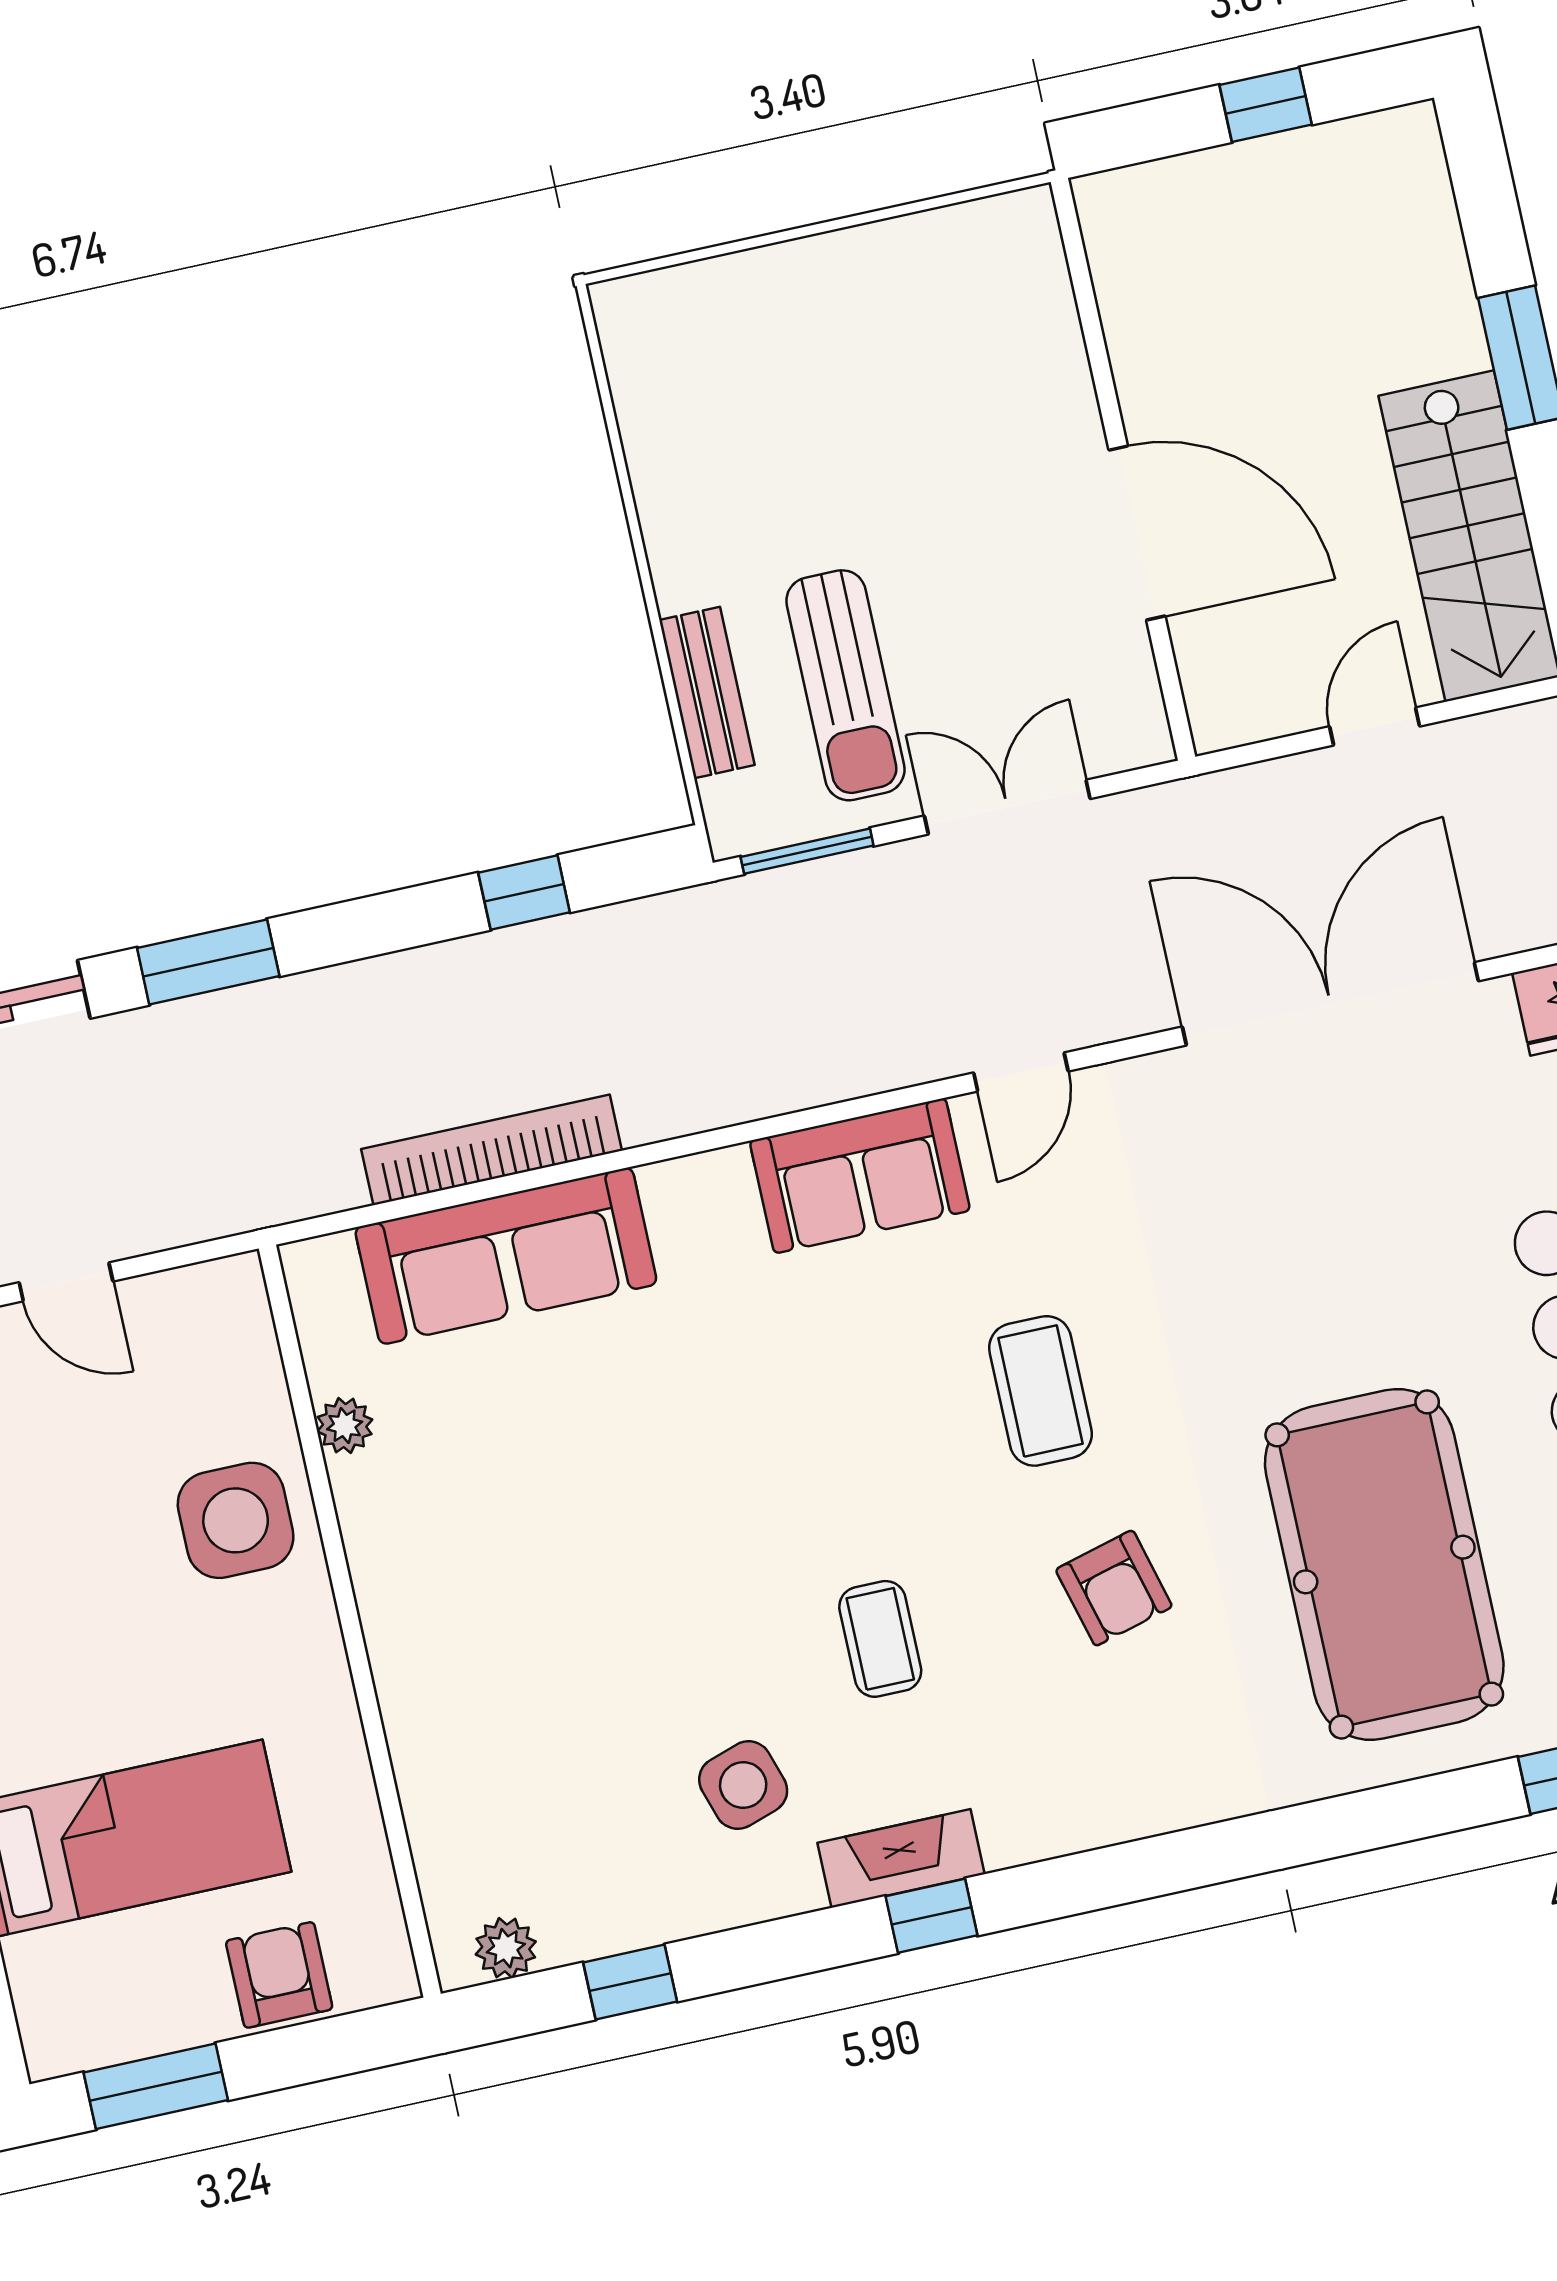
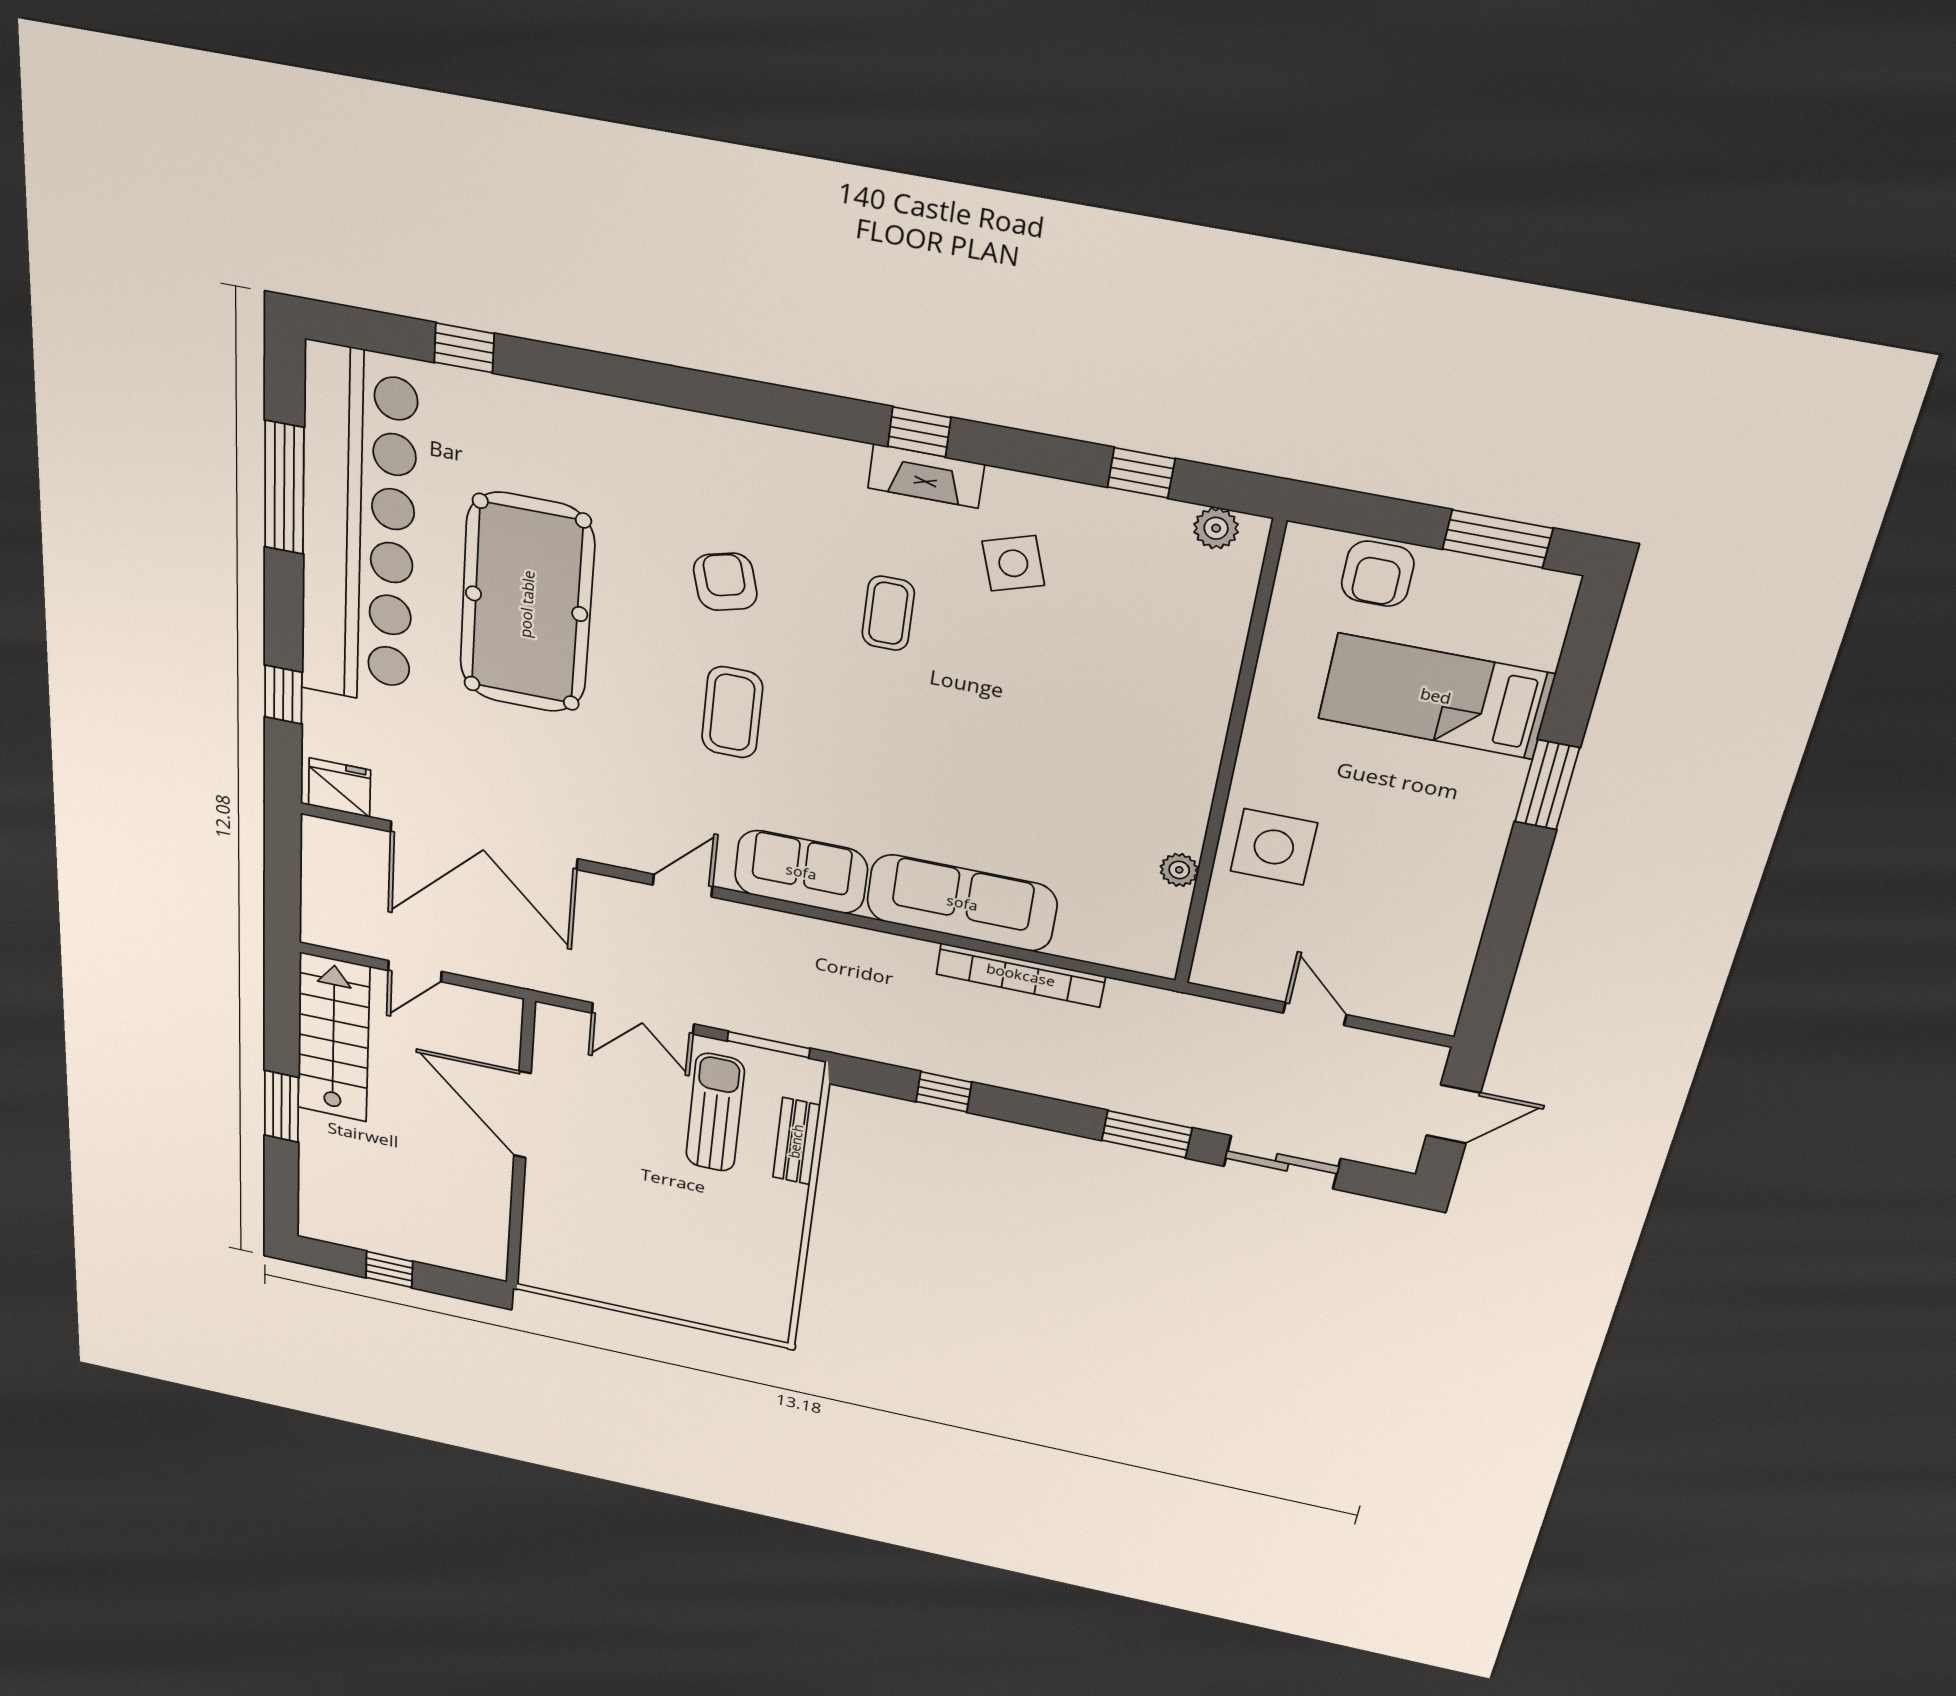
sofa: (506, 1256) -> (962, 903), moved
pool table: (1384, 1564) -> (527, 604), moved

